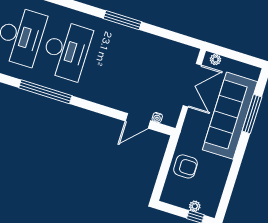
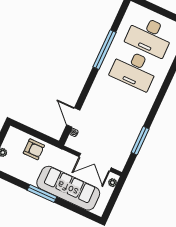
window: (122, 20) -> (140, 141), moved
window: (252, 114) -> (42, 193), moved
armchair: (186, 166) -> (34, 149), turned -90

